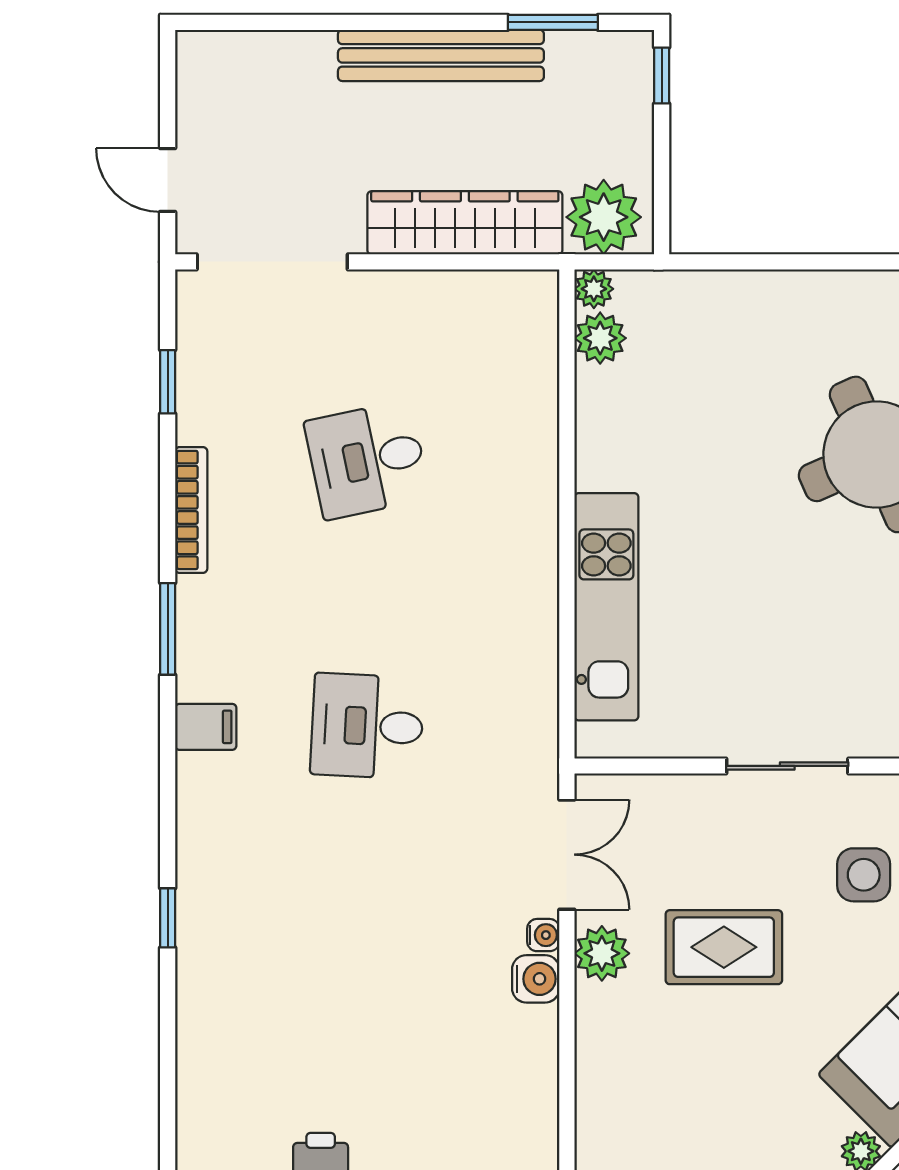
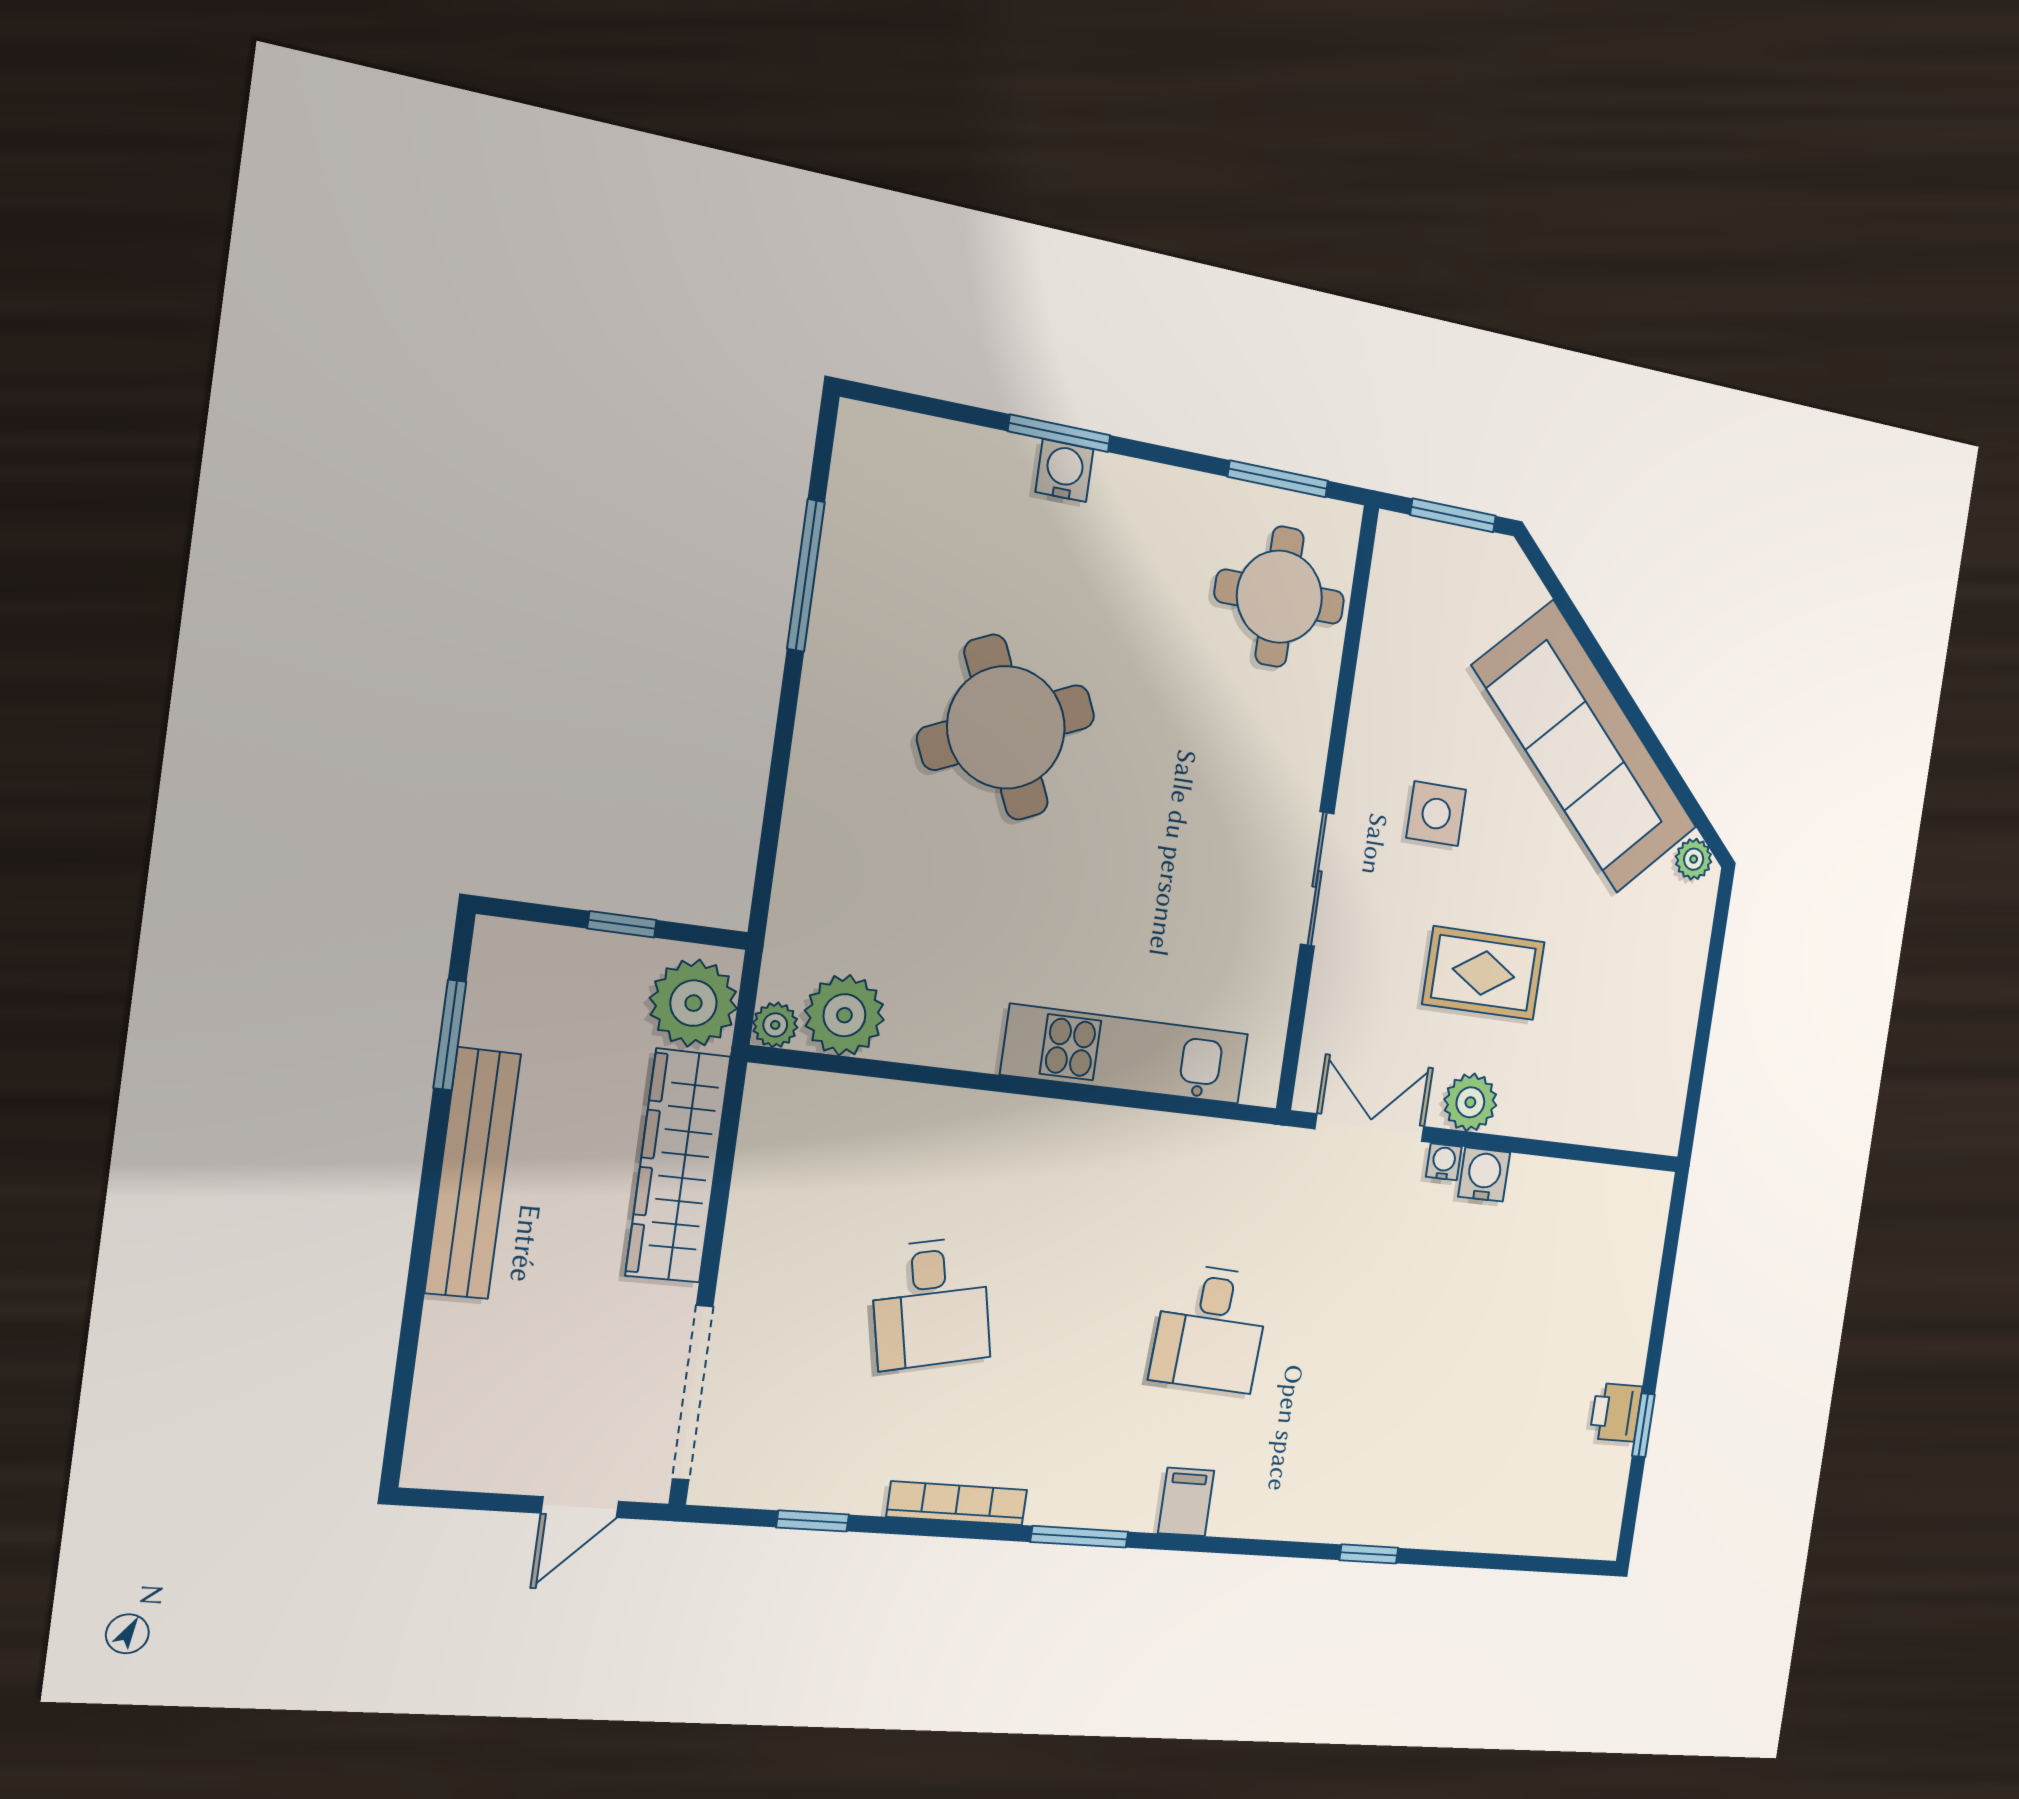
window: (662, 76) -> (622, 924), moved
plant: (600, 338) -> (844, 1015), width x1.36, depth x1.36
rug: (724, 947) -> (1484, 973), turned 90

